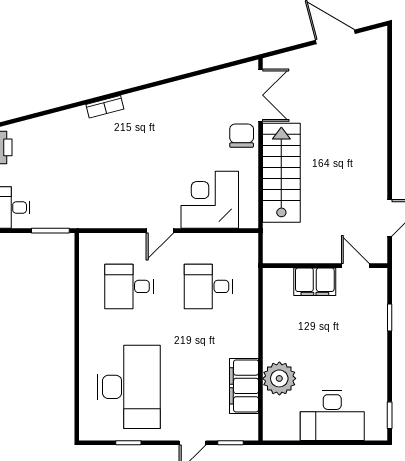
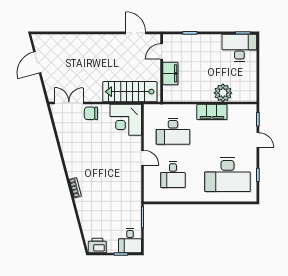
stairs: (281, 173) -> (130, 92), moved
corner desk: (210, 200) -> (126, 120), moved
desk: (208, 286) -> (173, 131), width x1.37
filing cabinet: (244, 386) -> (212, 112), moved
desk: (129, 387) -> (228, 175), turned 180
desk: (332, 416) -> (239, 48), moved, turned -90

